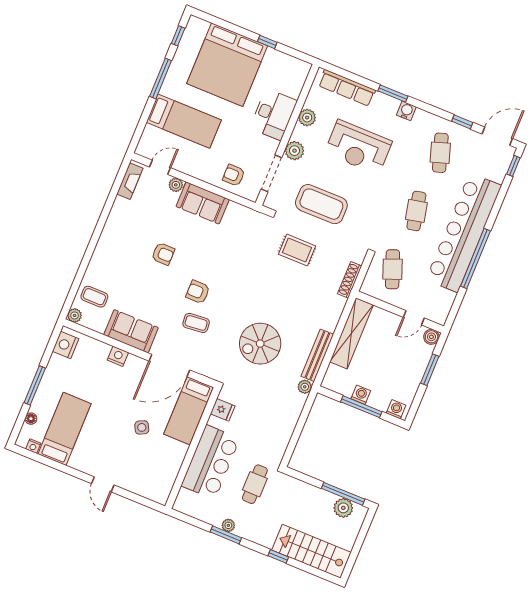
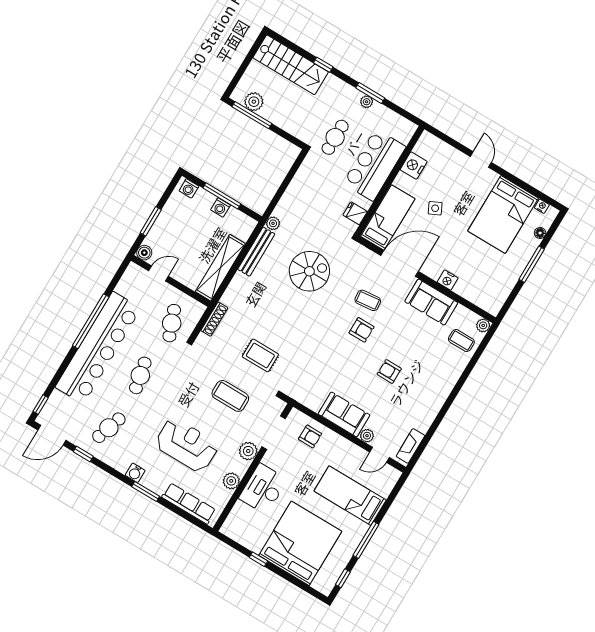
cafe table: (440, 153) -> (109, 428), turned 36
coffee table: (321, 204) -> (230, 396), width x0.73, depth x0.76
nightstand: (66, 345) -> (414, 166), moved, turned 180
bed: (65, 429) -> (503, 214), width x1.50

